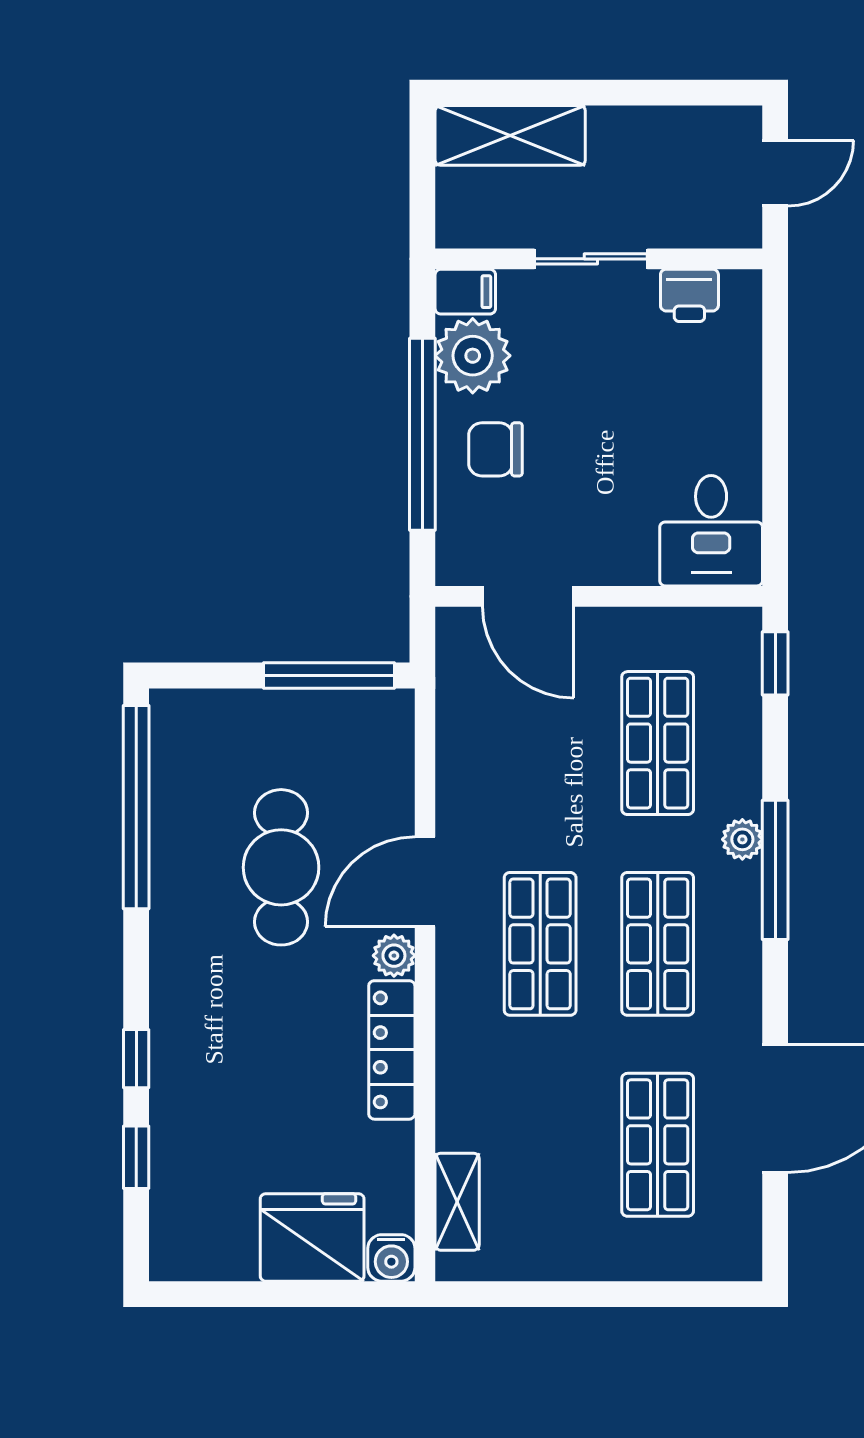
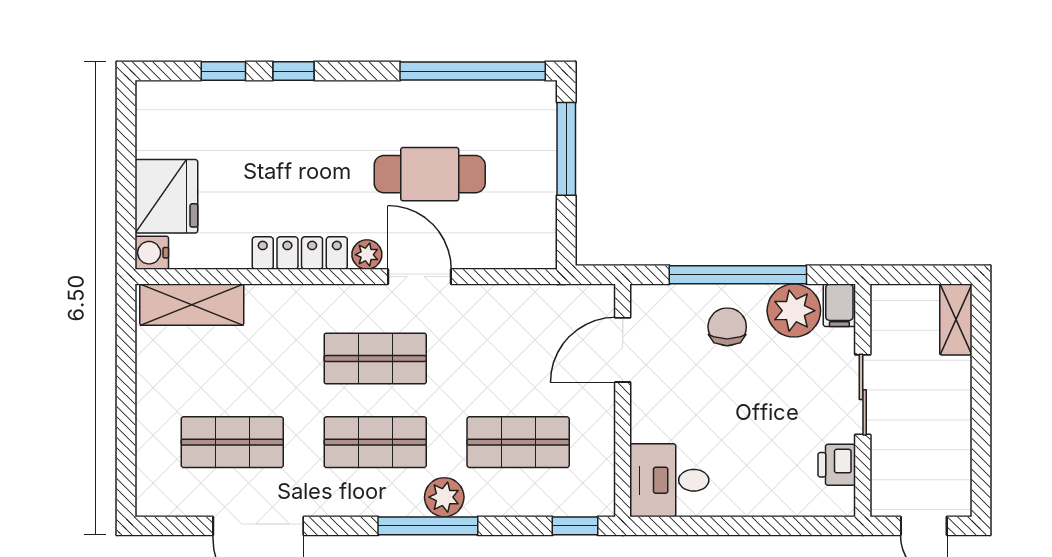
shelving: (510, 135) -> (956, 319), width x0.67, depth x0.75
window: (329, 676) -> (566, 149), moved
plant: (742, 839) -> (444, 497), width x1.38, depth x1.38
shelving: (457, 1202) -> (192, 305), width x1.50, depth x1.33

